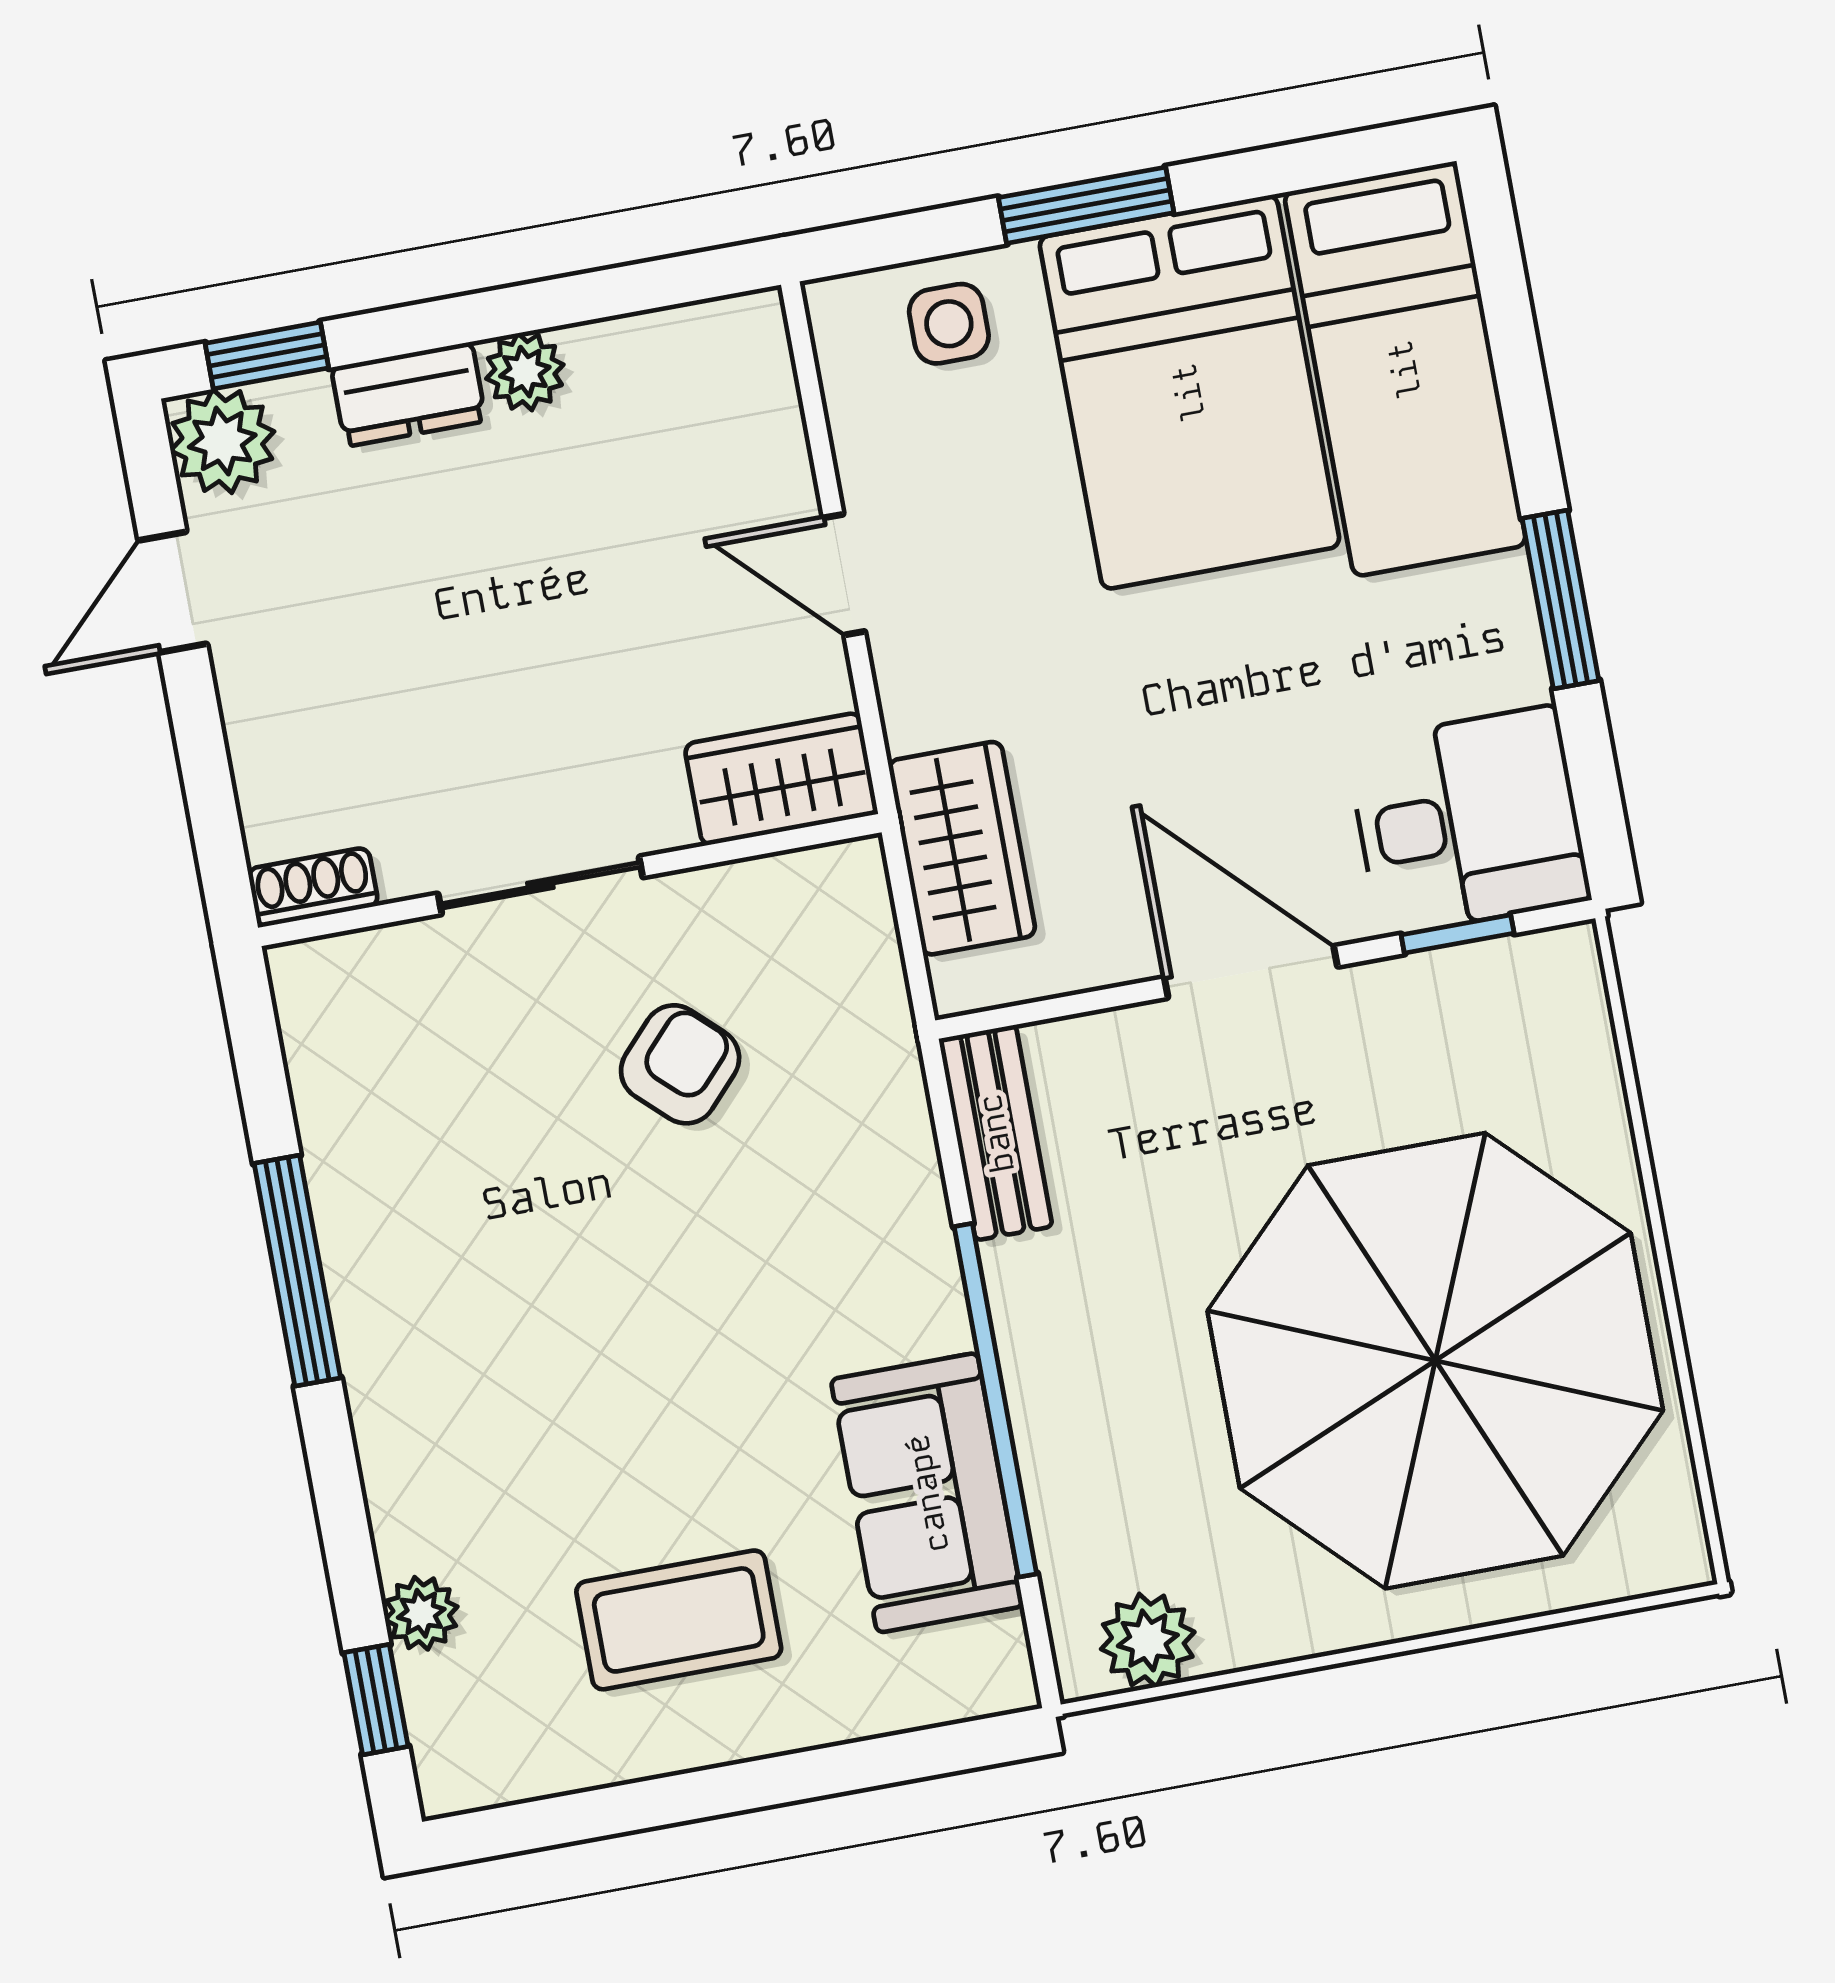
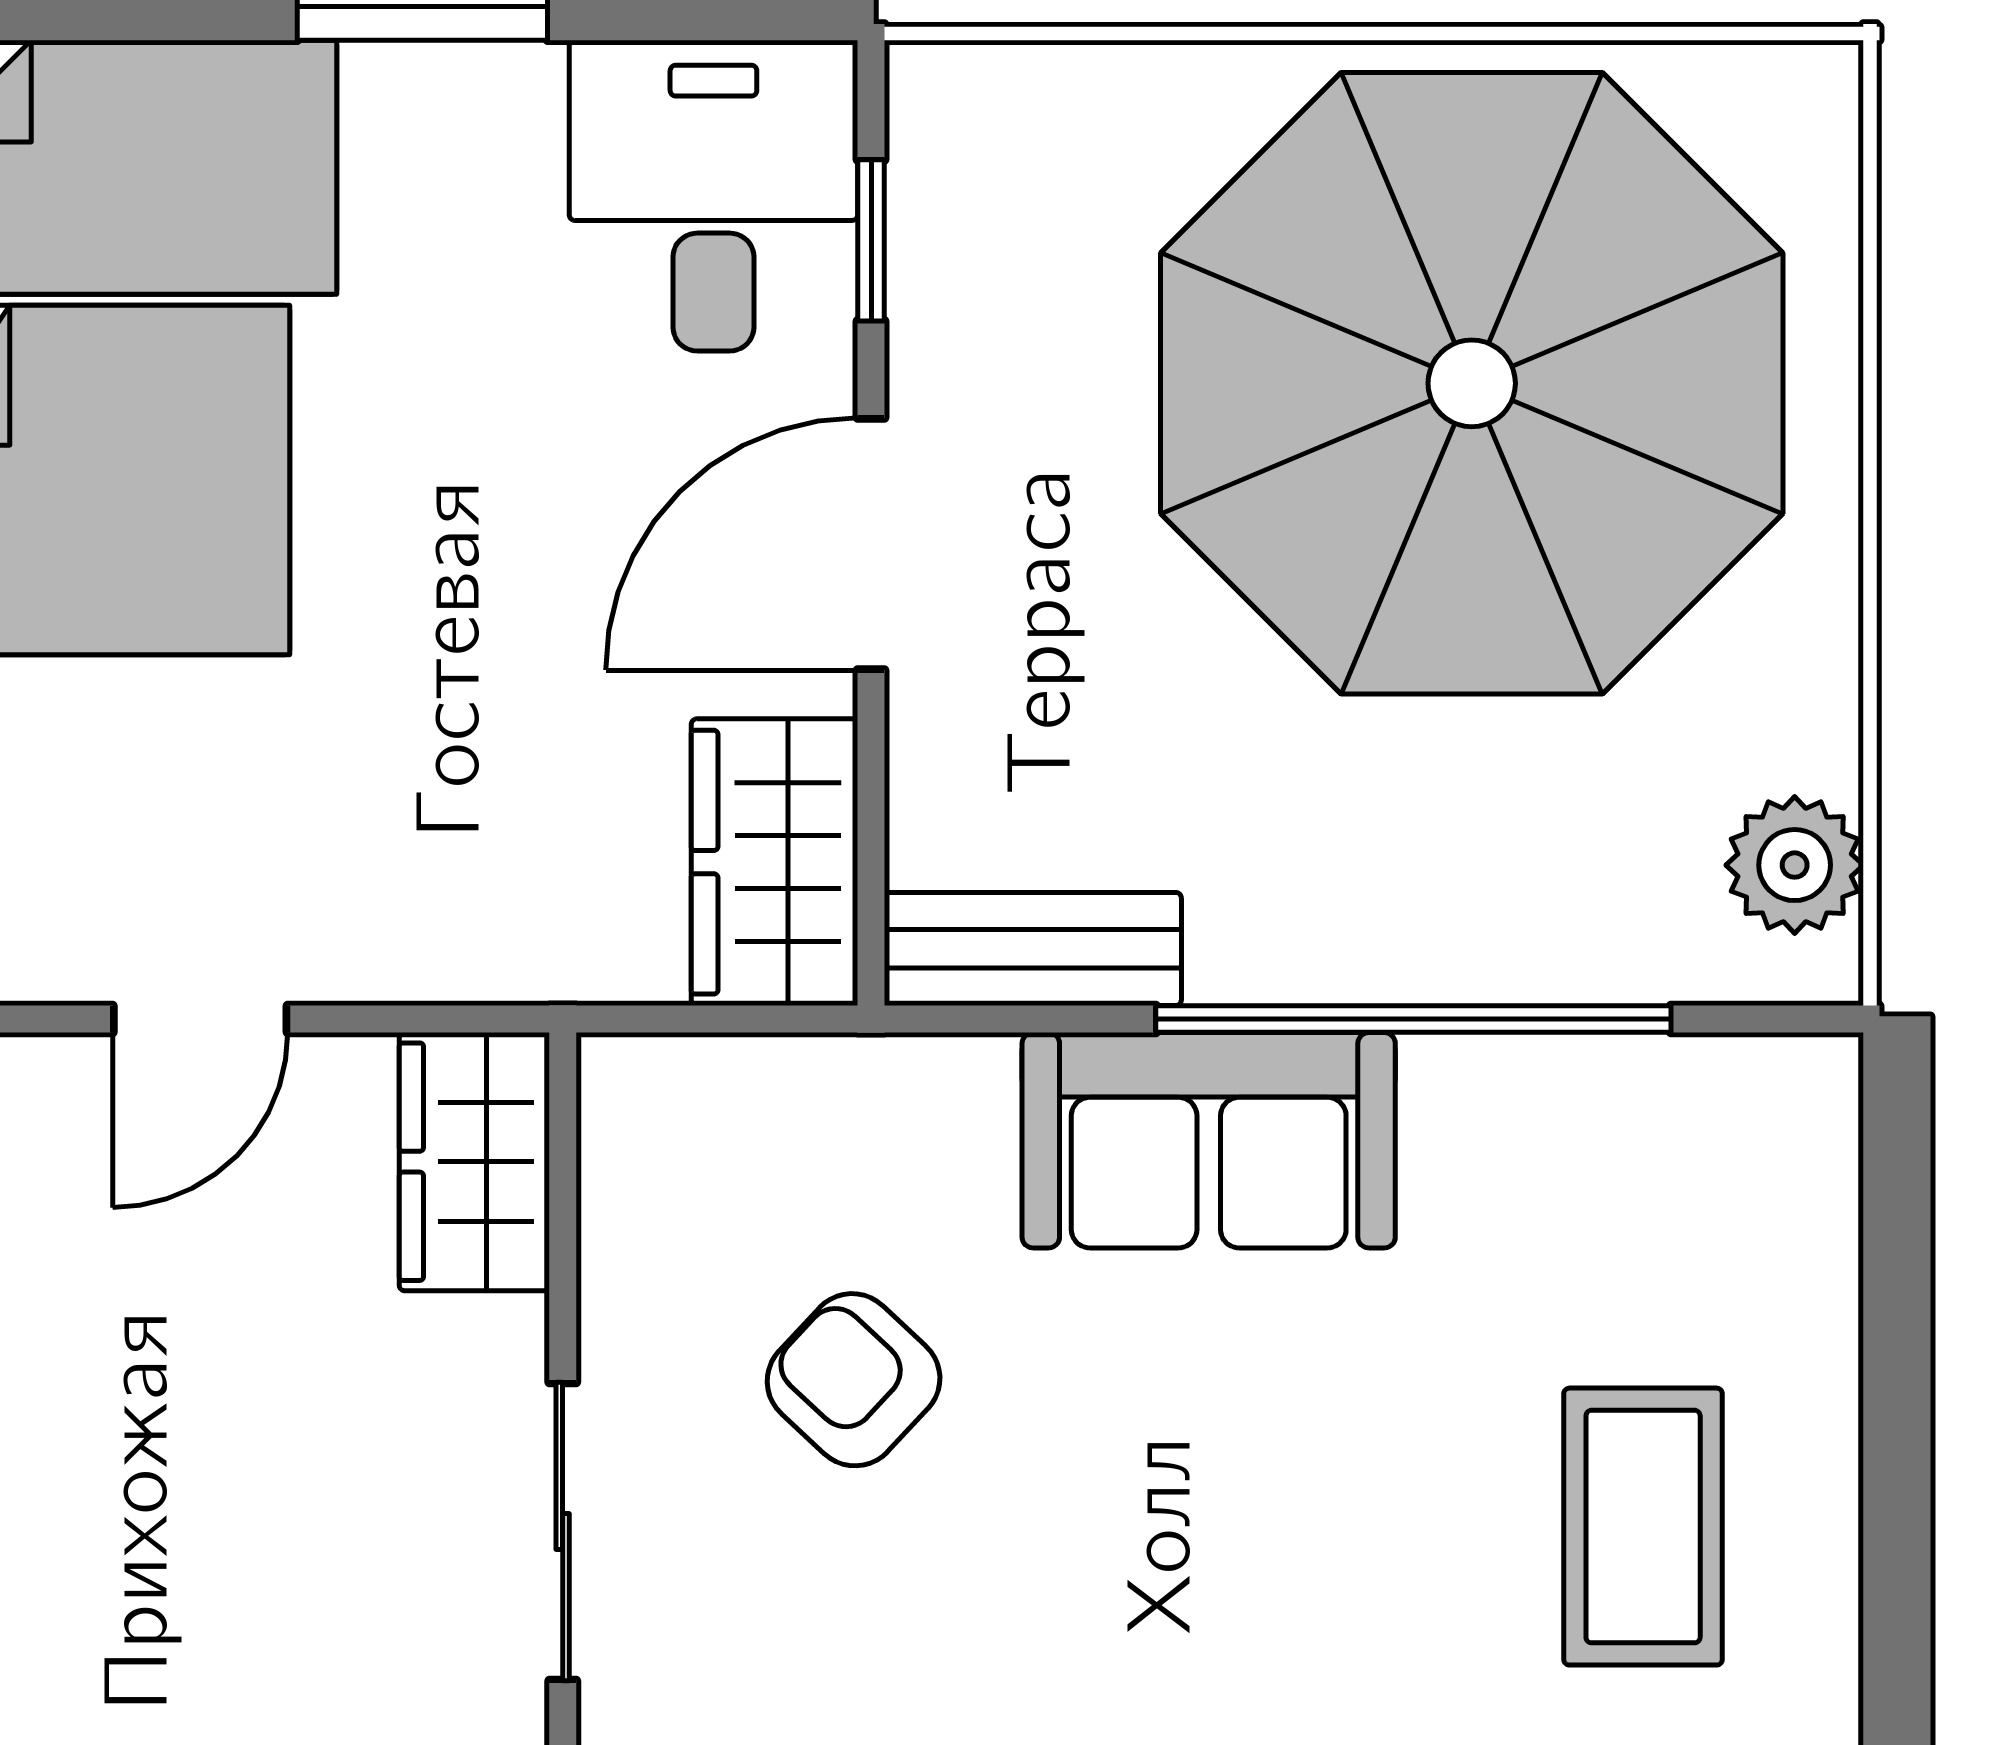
wardrobe: (962, 848) -> (774, 862), moved, turned -90
sofa: (927, 1493) -> (1209, 1140), moved

